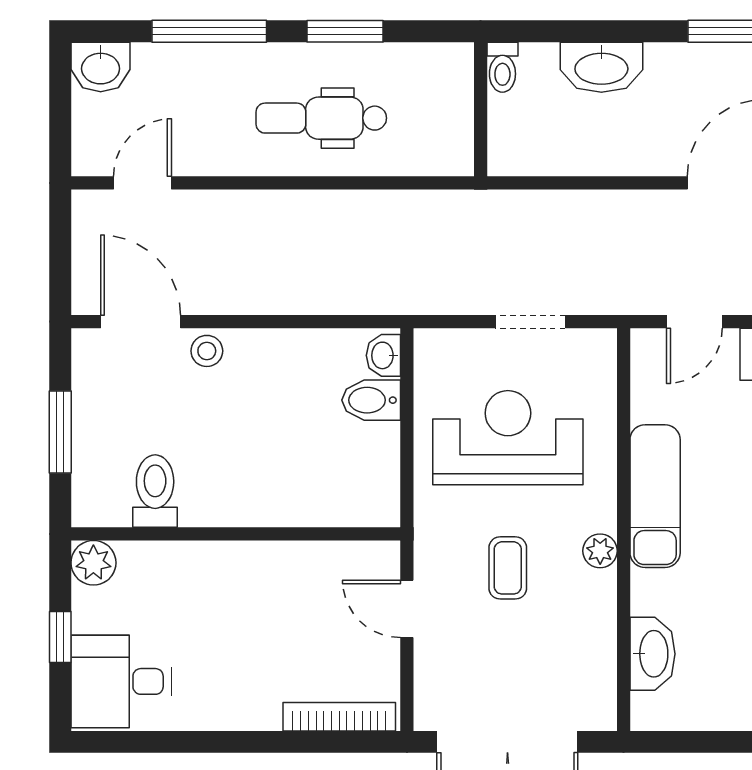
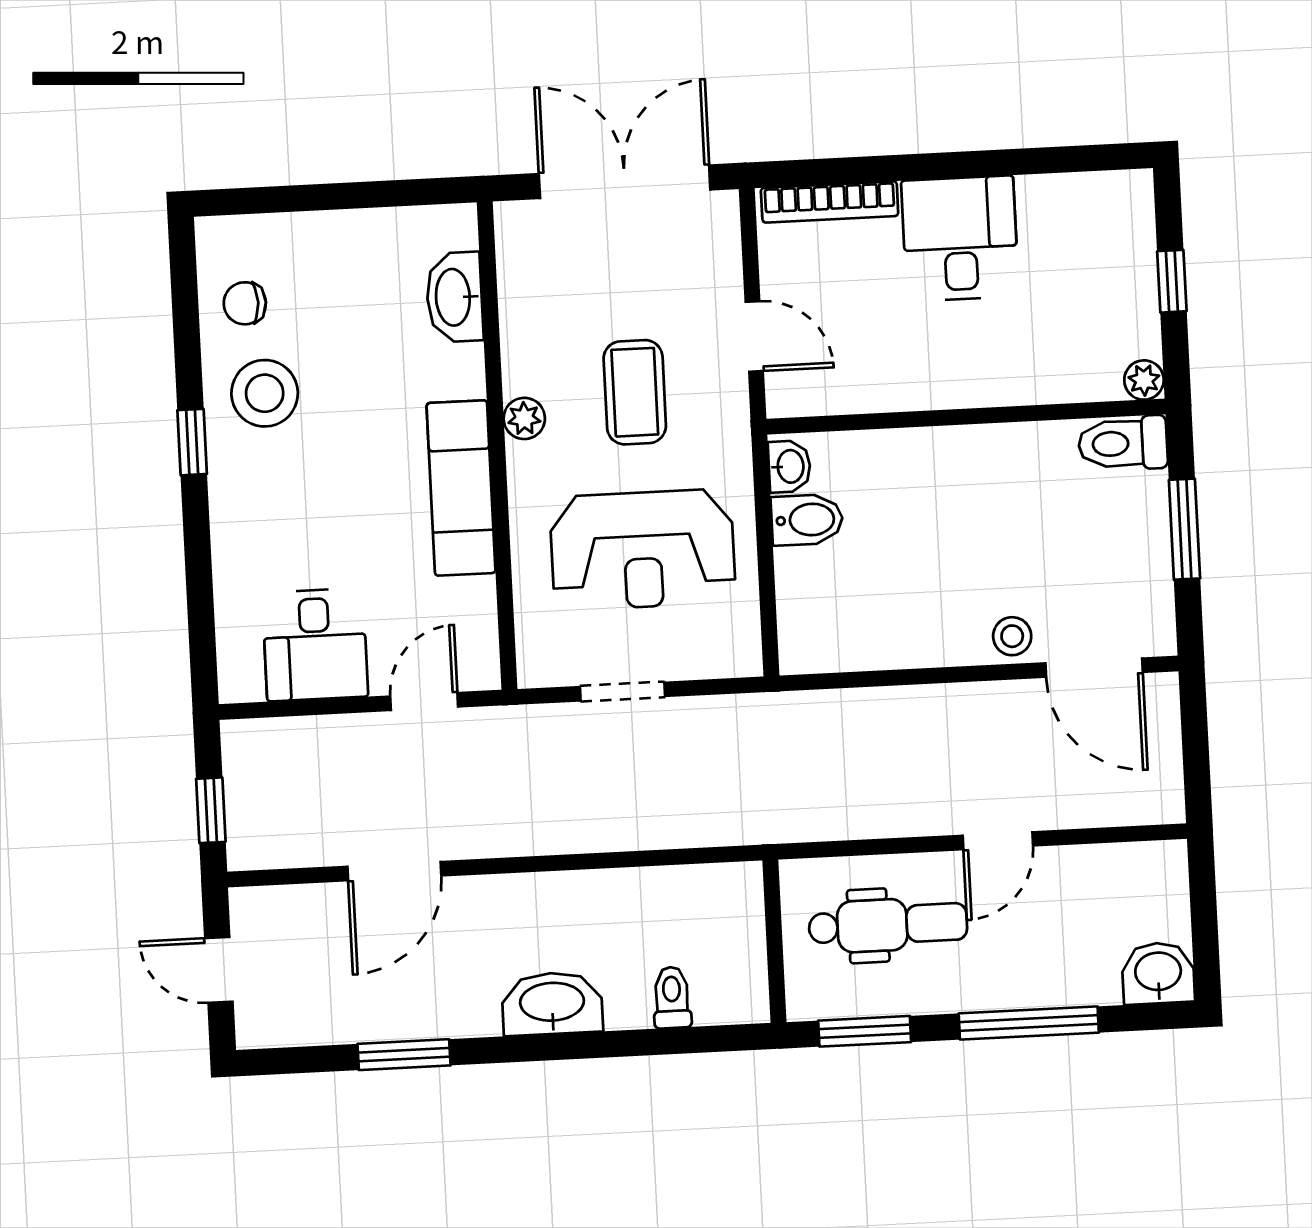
wall: (481, 109) -> (774, 941), moved
door: (142, 183) -> (998, 841), moved
washbasin: (383, 355) -> (789, 466), moved
bidet: (371, 400) -> (807, 520), moved
toilet: (155, 491) -> (1123, 443), moved, turned 90
plant: (93, 563) -> (1144, 380), width x0.73, depth x0.73
coffee table: (508, 568) -> (635, 392), width x1.36, depth x1.30
desk: (121, 681) -> (960, 238), moved, turned -90

